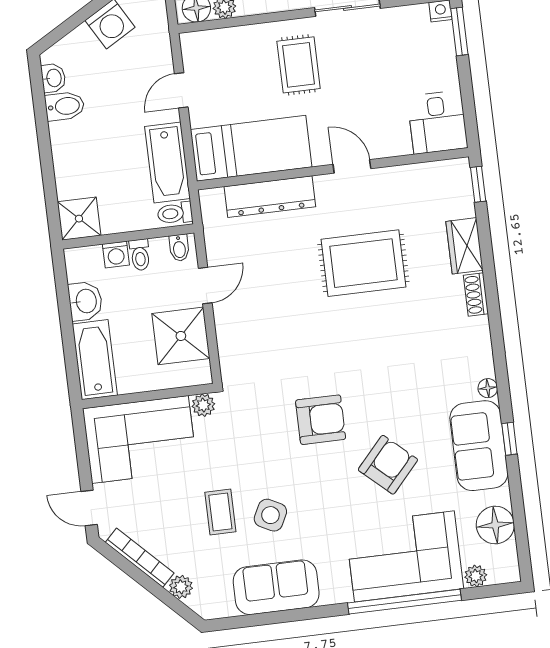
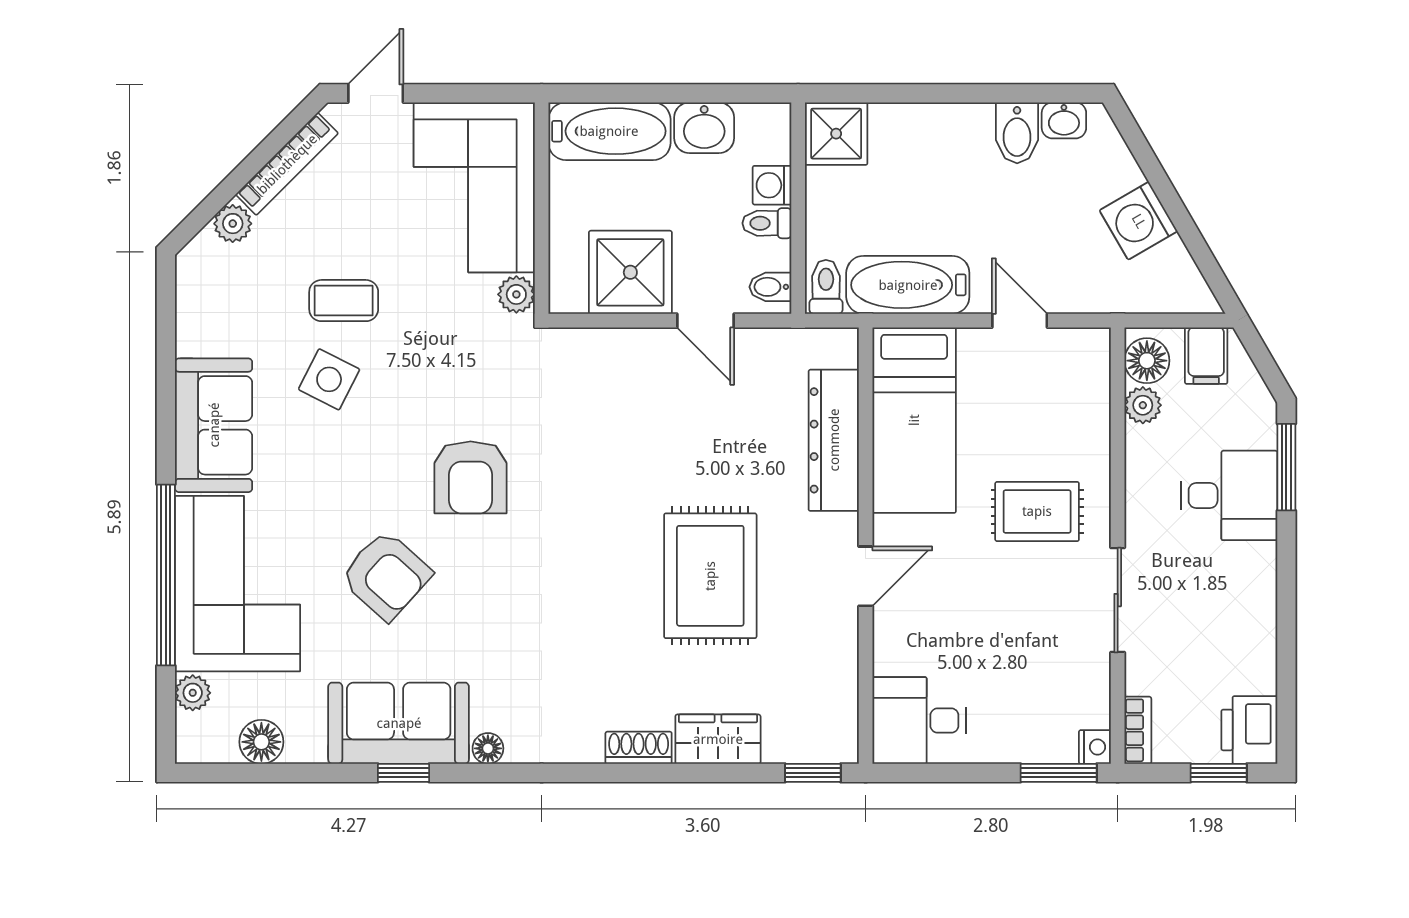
floor lamp: (495, 525) -> (261, 742), width x0.73, depth x0.73
sofa: (276, 587) -> (214, 425), moved

